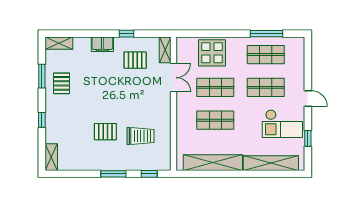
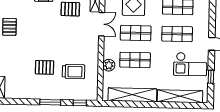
plant: (183, 127) -> (109, 65), added

